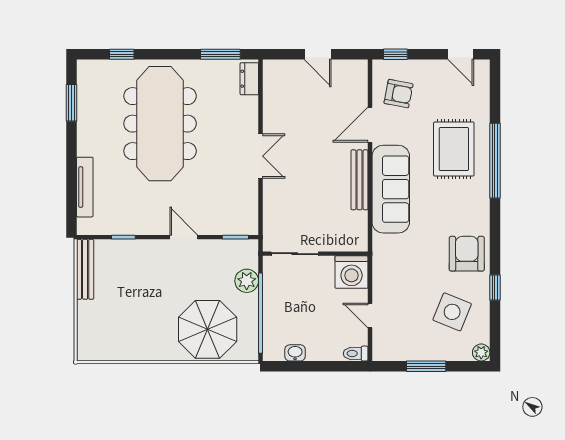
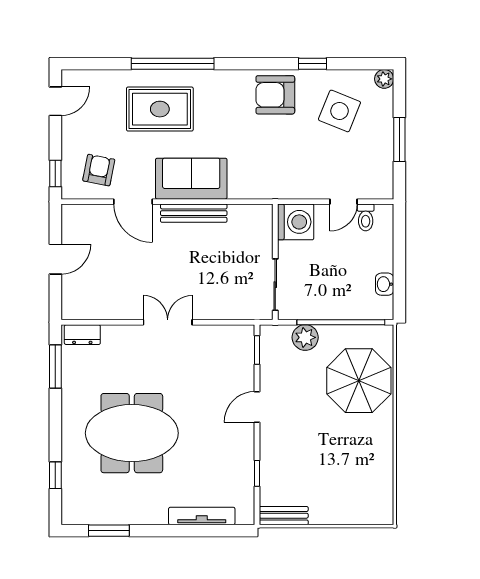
meeting table: (160, 124) -> (132, 433), width x0.73
sofa: (391, 189) -> (191, 179), width x0.73
bench: (85, 269) -> (284, 516), width x0.73
toilet: (356, 354) -> (366, 217), moved

